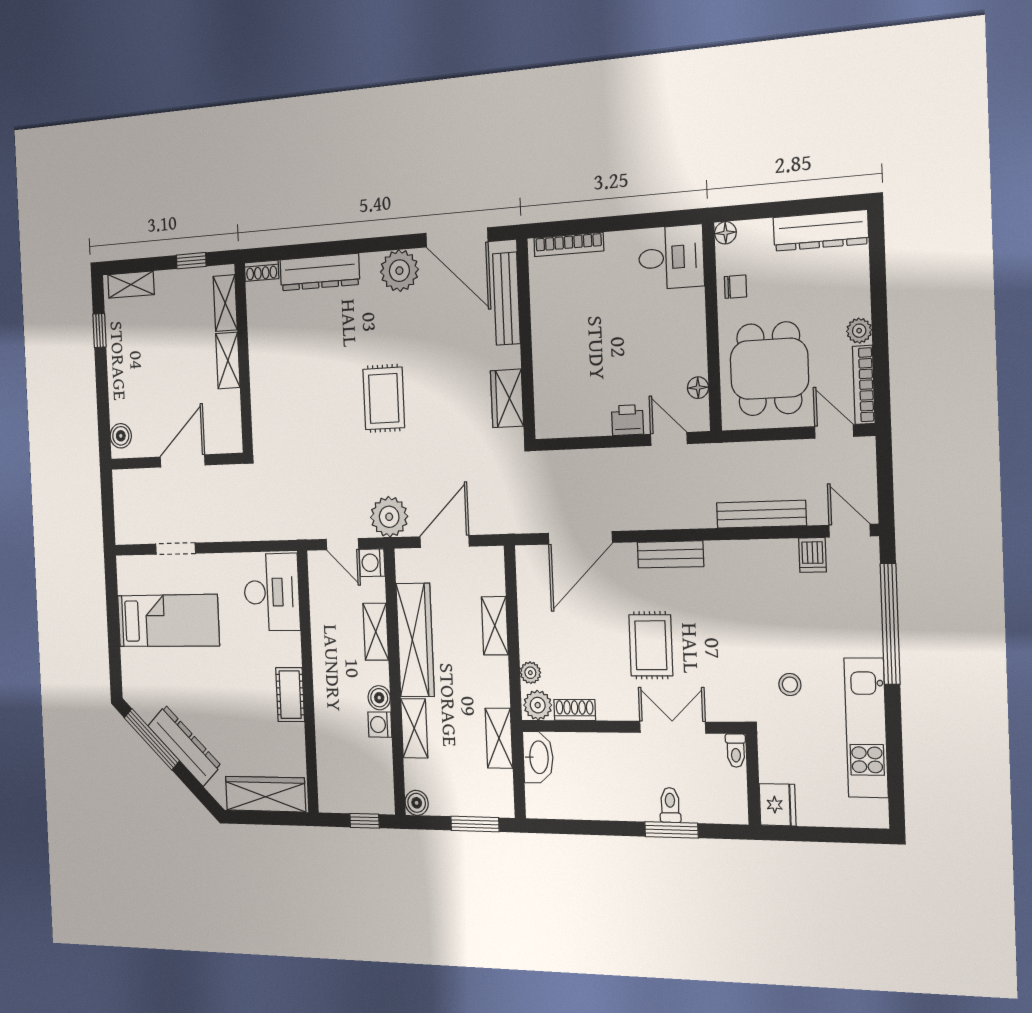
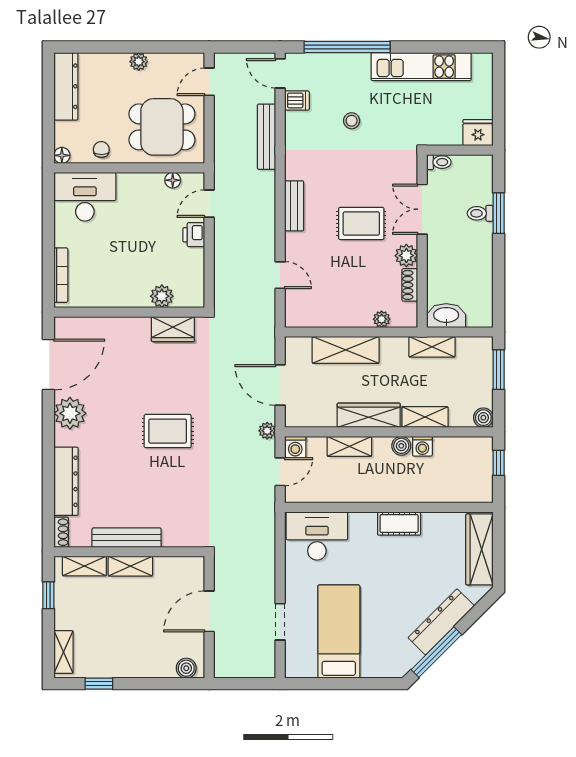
desk: (671, 257) -> (85, 197), width x1.37
bench: (507, 299) -> (127, 538), moved
plant: (547, 381) -> (162, 296), added
bookcase: (864, 385) -> (177, 60), removed
door: (183, 461) -> (209, 611), hinge flipped
plant: (389, 517) -> (267, 431), width x0.53, depth x0.53
door: (850, 531) -> (280, 73), hinge flipped
door: (580, 538) -> (280, 275), width x0.53
shelving: (495, 626) -> (346, 350), width x1.50, depth x1.33
wardrobe: (415, 640) -> (369, 415), width x0.71, depth x0.85
stool: (790, 685) -> (352, 121), moved
plant: (538, 705) -> (406, 256), moved

